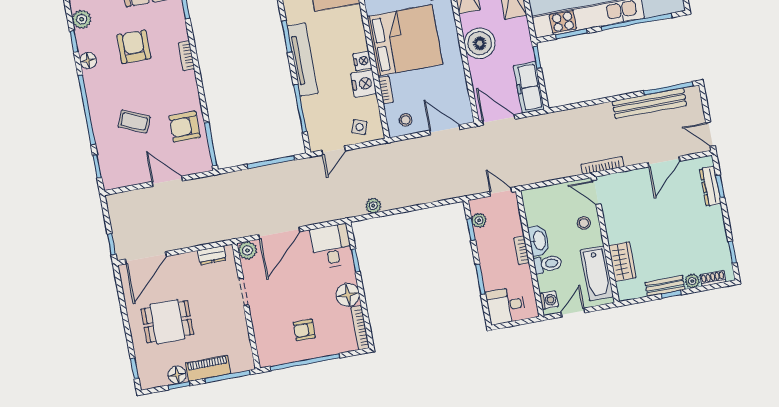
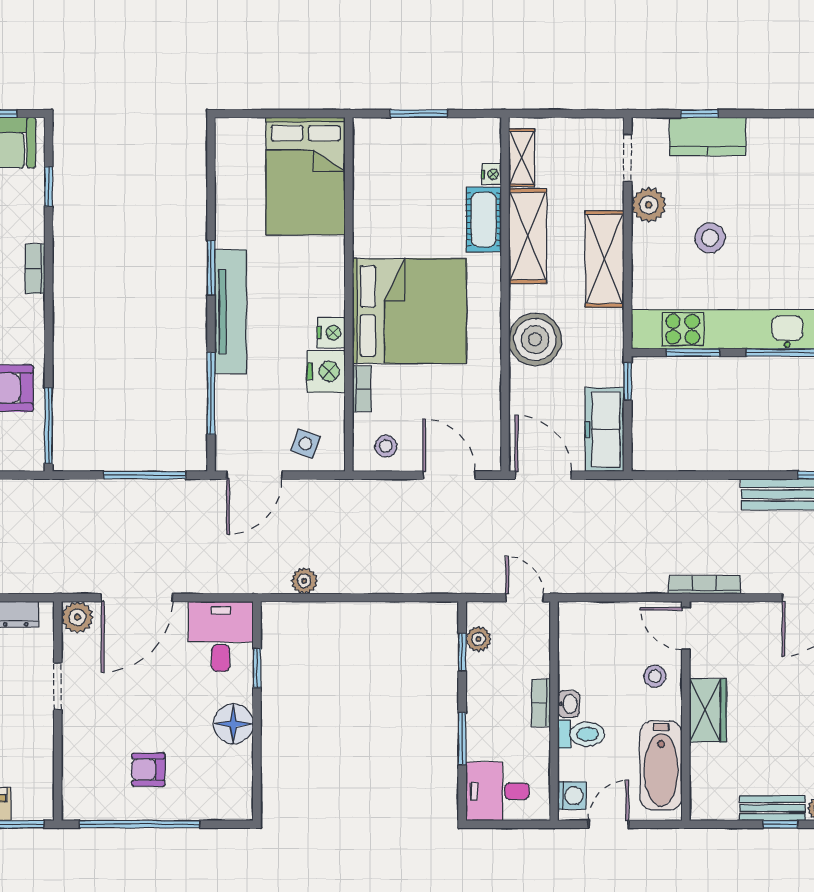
door: (334, 150) -> (254, 475), width x1.38
washbasin: (539, 241) -> (569, 704), width x0.52, depth x0.69
wardrobe: (622, 262) -> (708, 710), moved
bookcase: (360, 328) -> (244, 783), removed

